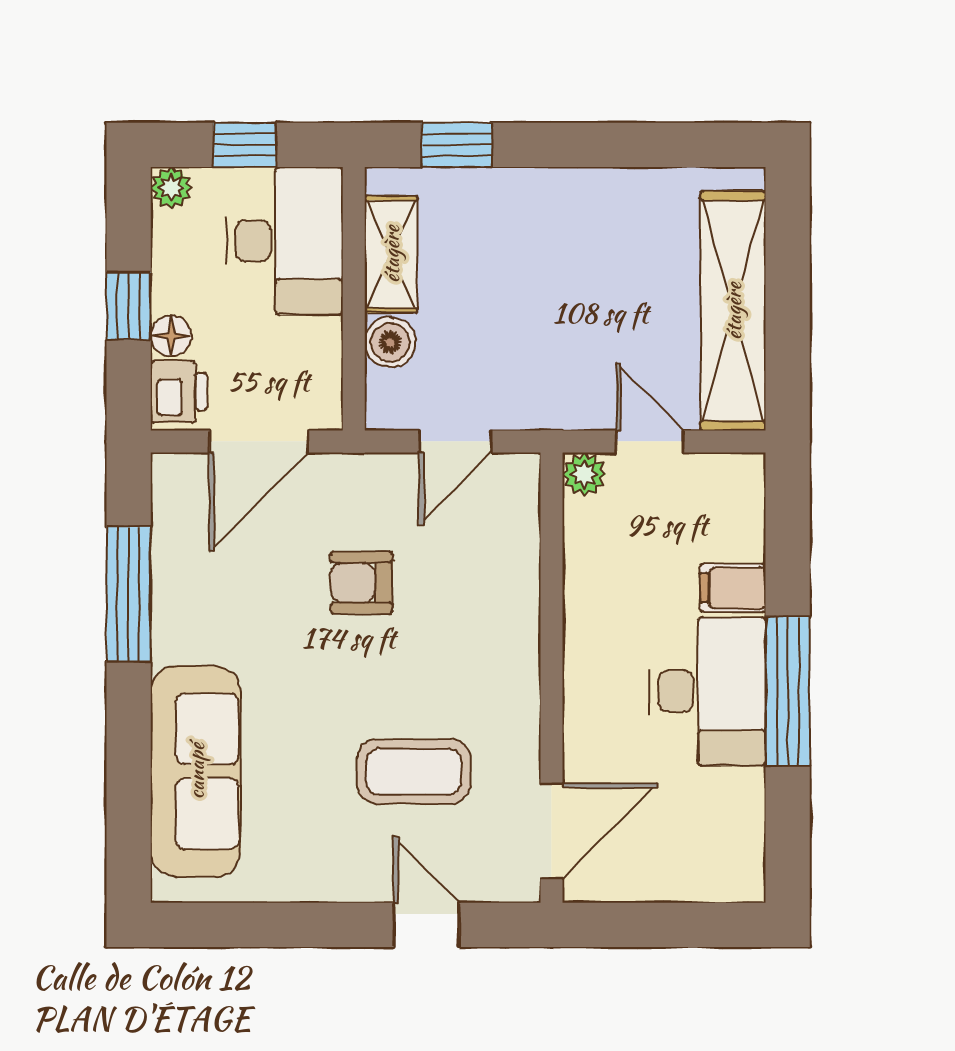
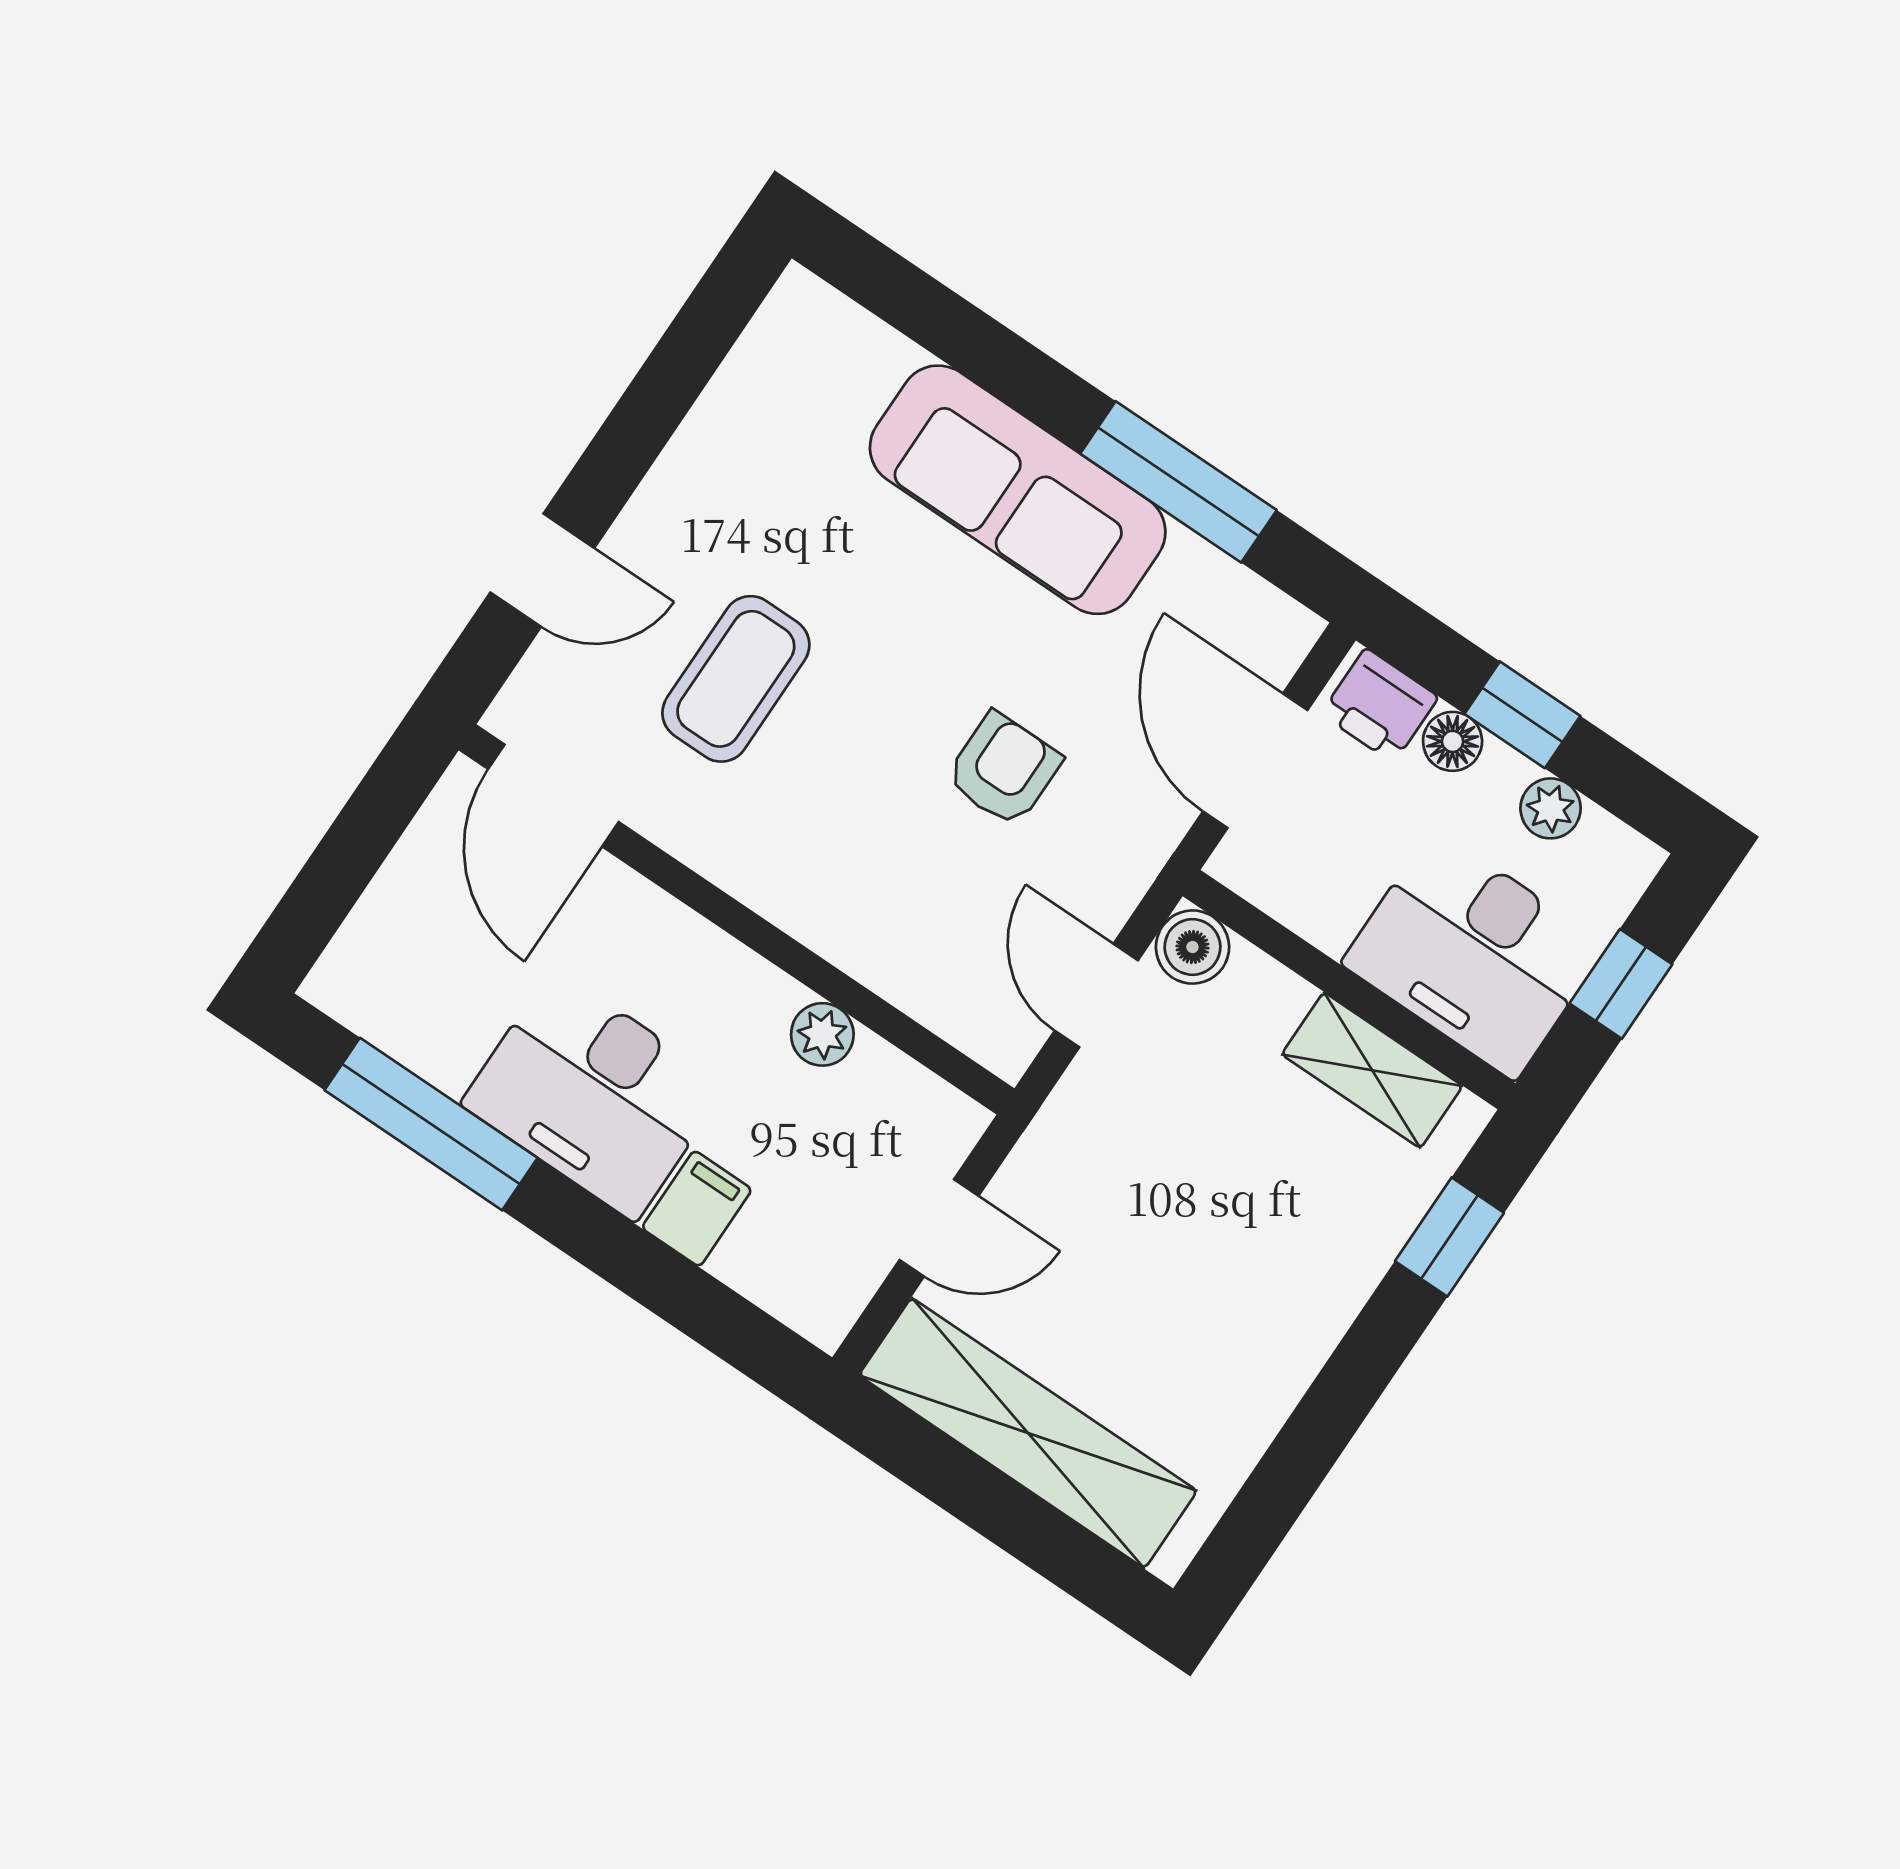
plant: (171, 188) -> (1551, 808), moved
boiler: (390, 342) -> (1192, 947), moved
plant: (584, 474) -> (822, 1034), moved
window: (788, 691) -> (431, 1124), moved
sofa: (196, 771) -> (1018, 490), moved

